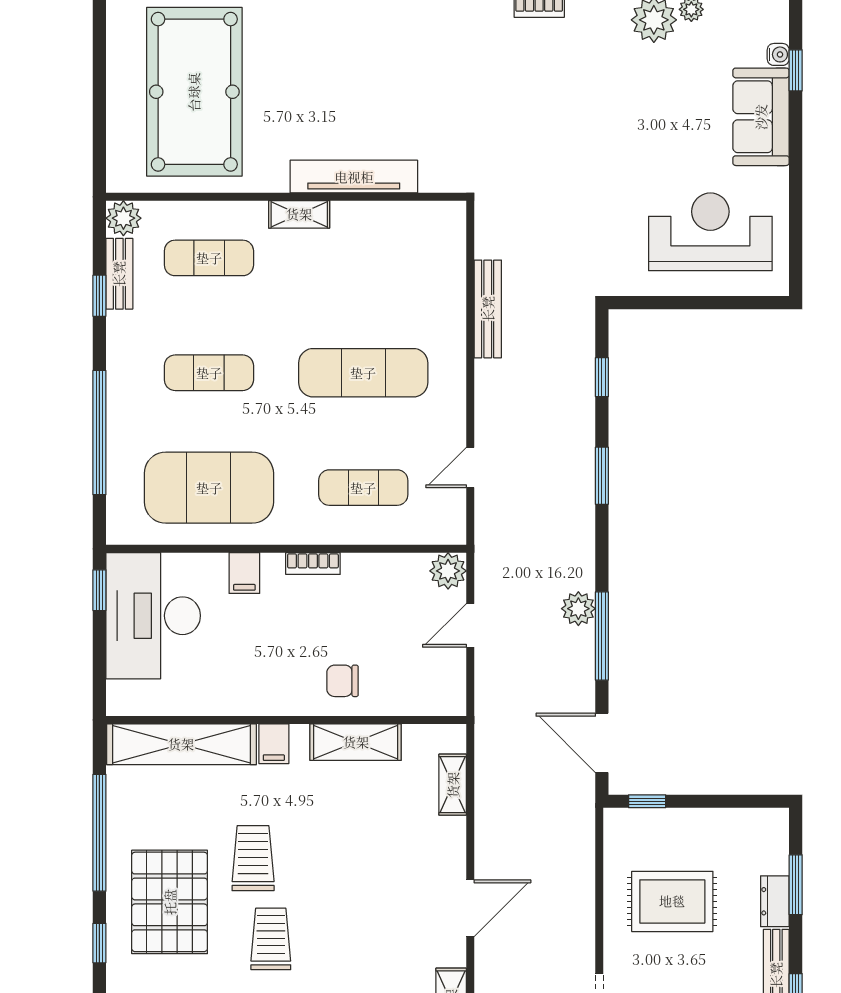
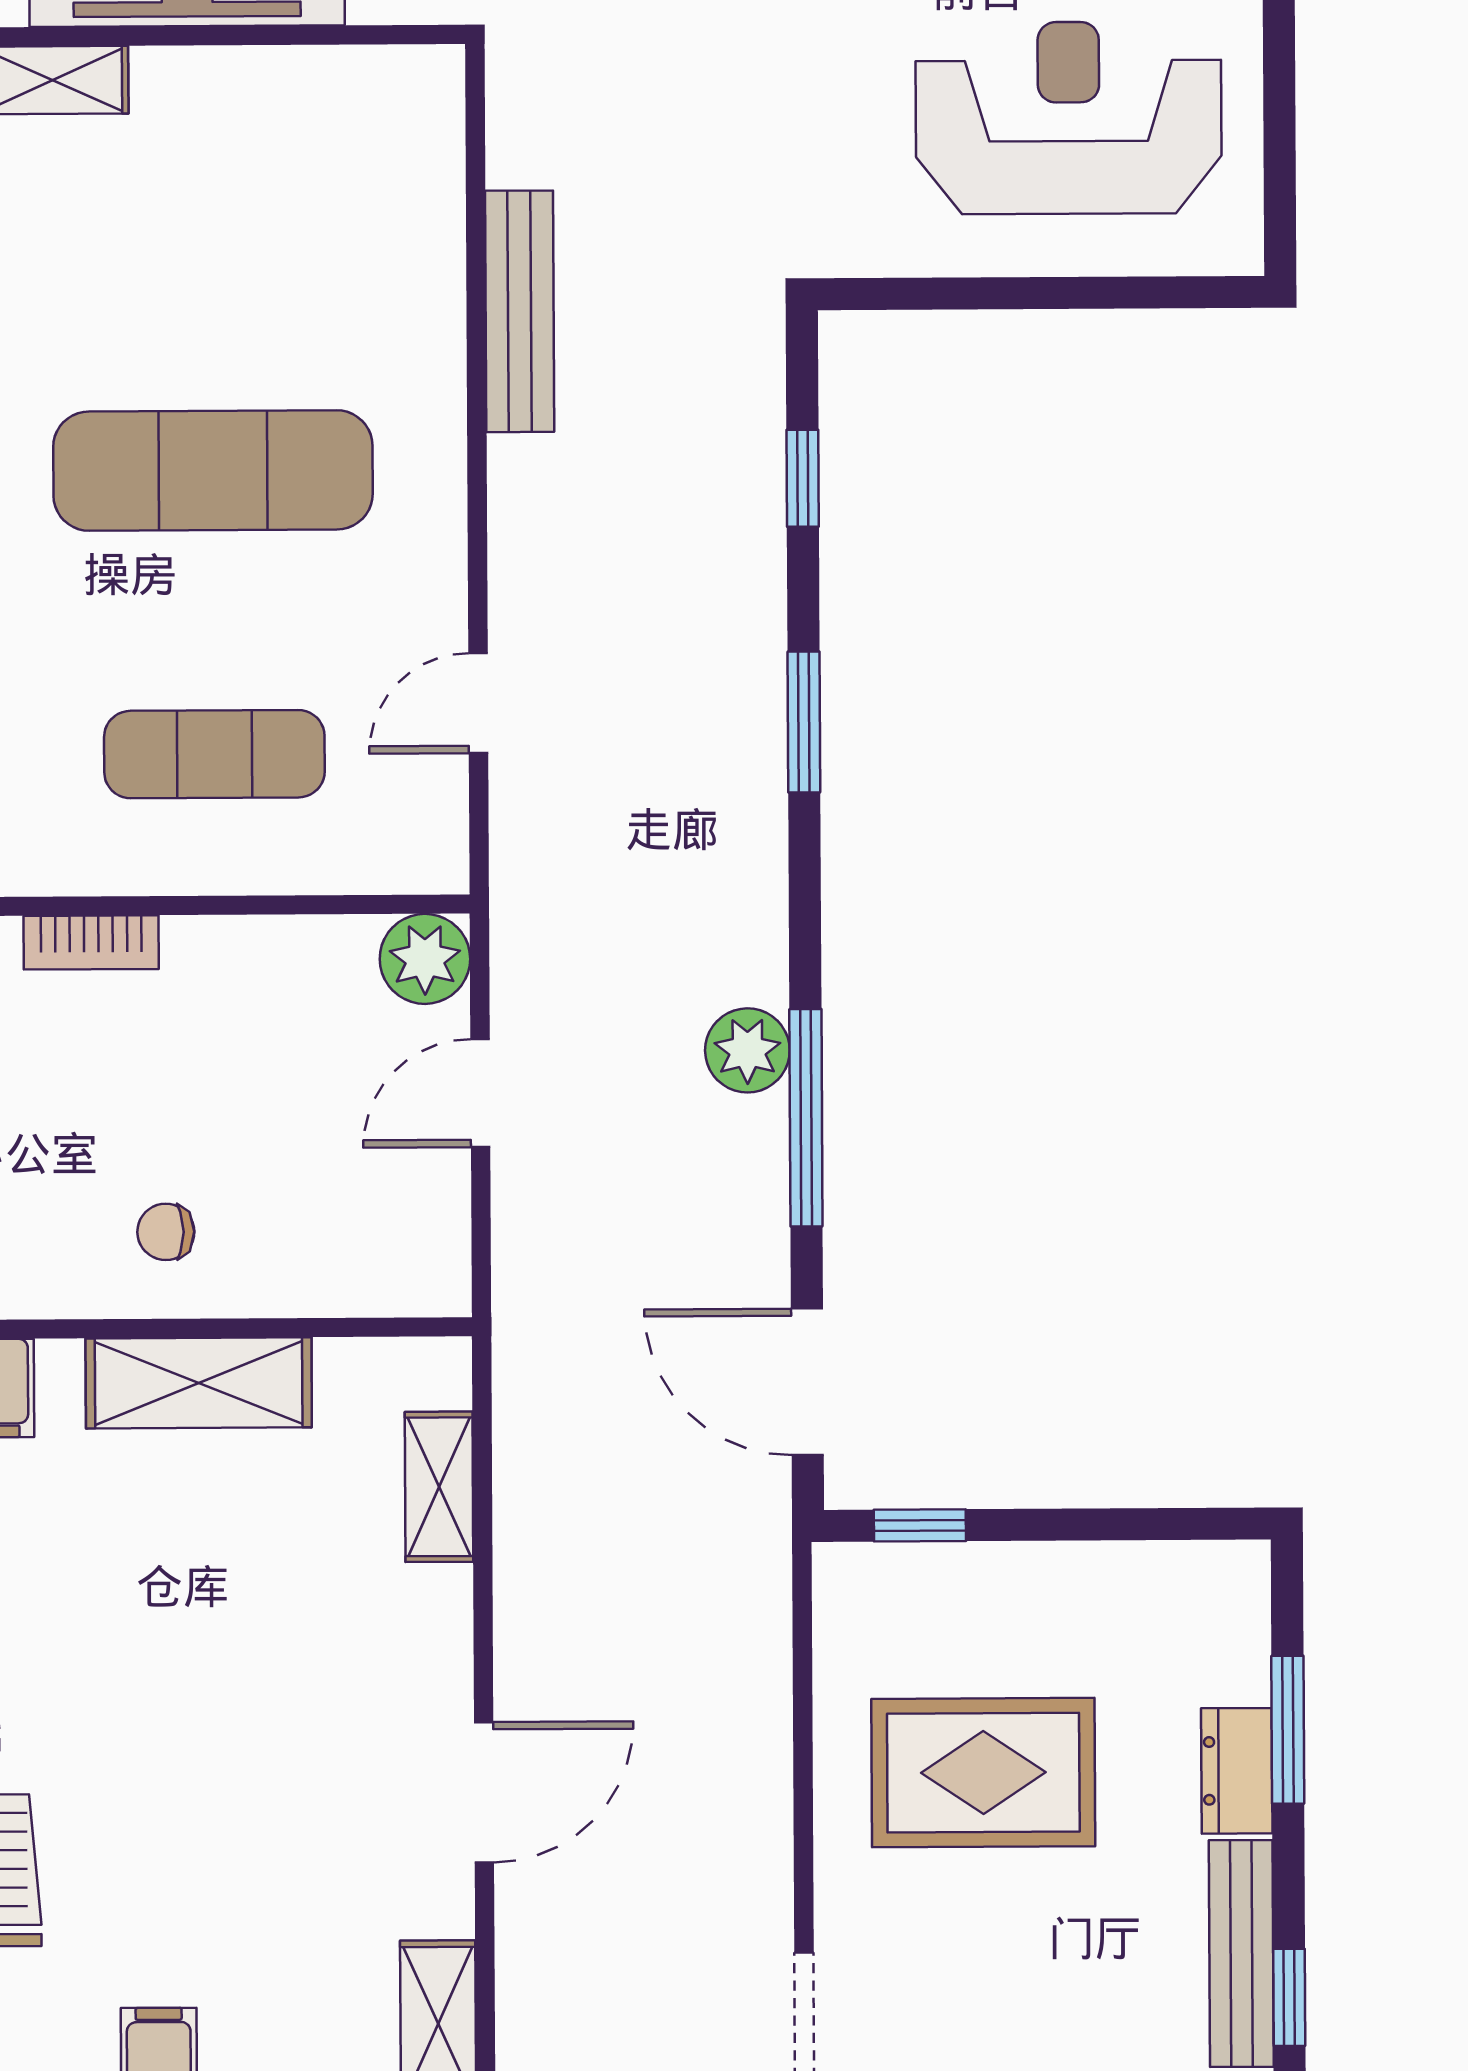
chair: (343, 681) -> (166, 1232), width x0.73, depth x0.73

